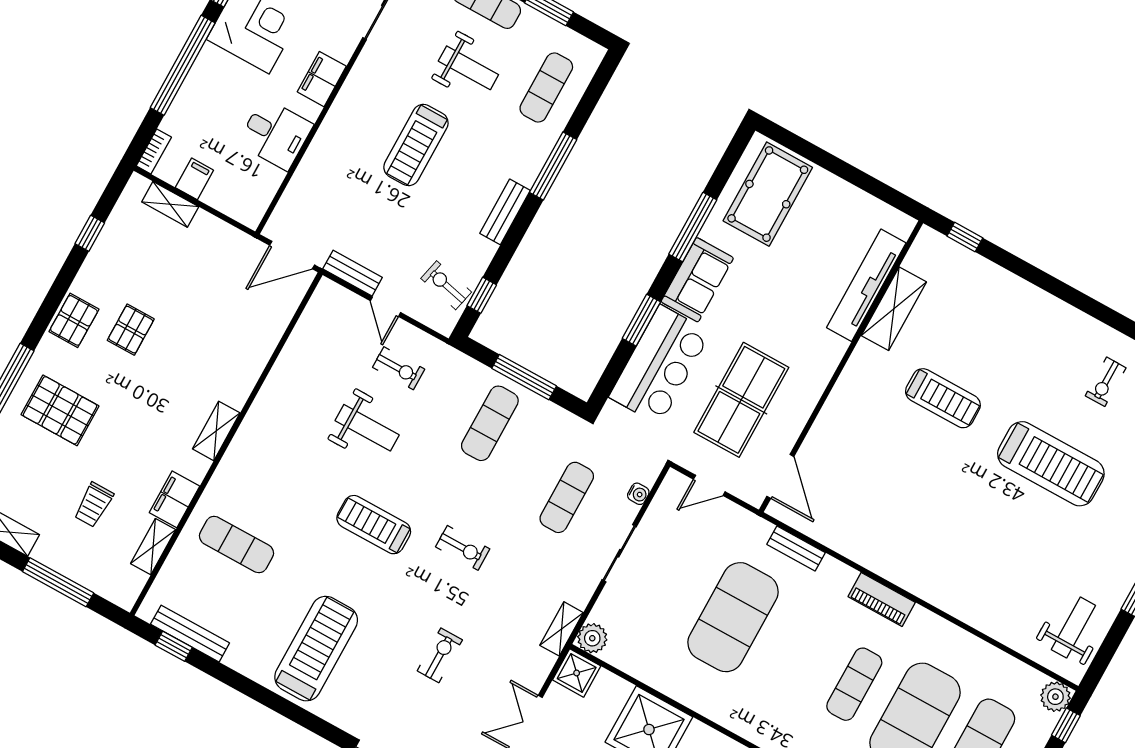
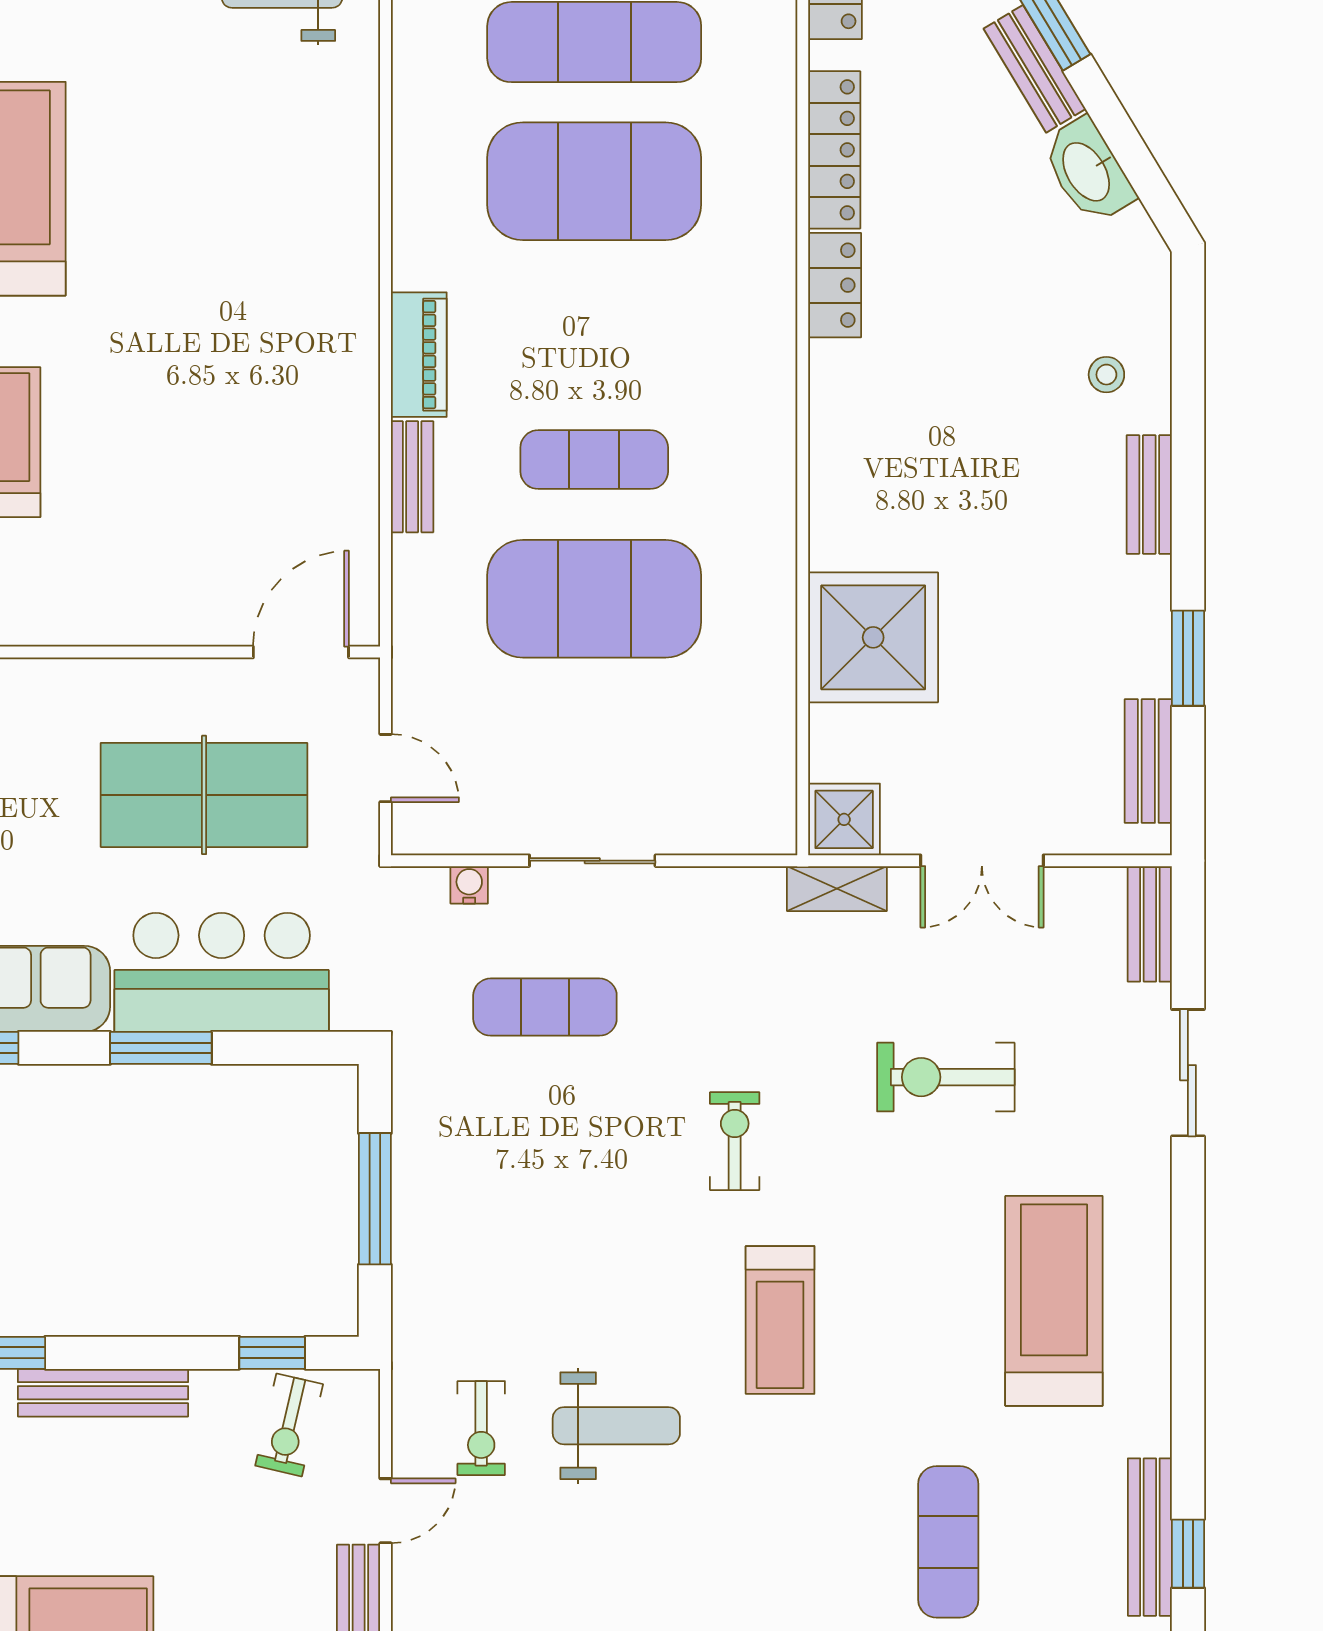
bench: (505, 212) -> (103, 1393), width x1.36
exercise bike: (399, 368) -> (481, 1428), turned 180
exercise mat: (490, 423) -> (489, 1214), removed
weight bench: (367, 428) -> (616, 1426), turned 90
bench: (796, 548) -> (412, 477), moved
shelving: (562, 629) -> (837, 889), moved
plant: (592, 638) -> (768, 826), removed
treadmill: (316, 649) -> (1054, 1301), turned 90
exercise bike: (440, 655) -> (946, 1077), width x1.38, depth x1.39
exercise mat: (854, 684) -> (594, 460), moved

